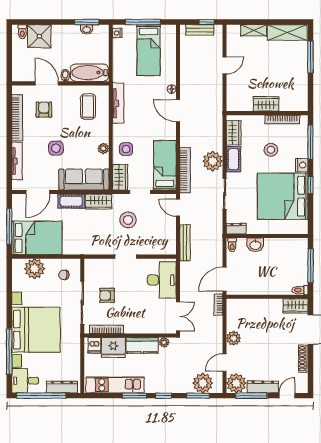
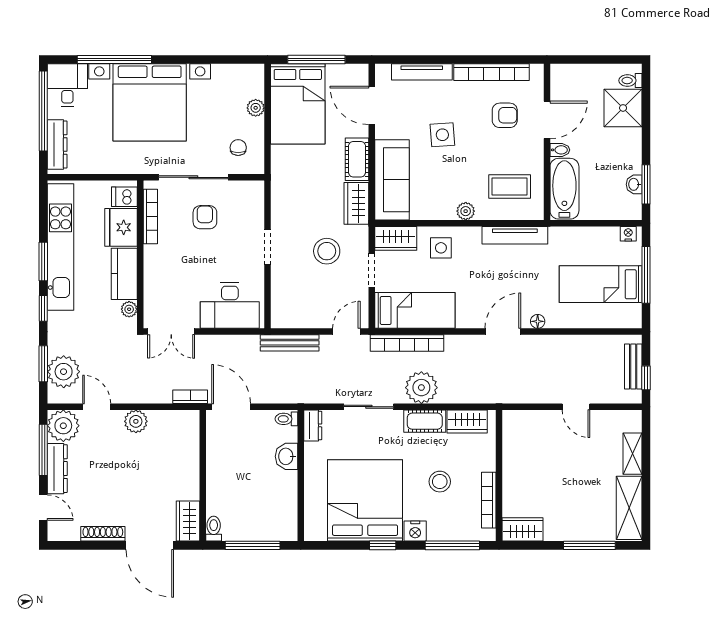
wardrobe: (266, 104) -> (522, 529), moved, turned -90
plant: (103, 148) -> (466, 211), moved
plant: (35, 269) -> (256, 108), width x0.53, depth x0.53
kitchen unit: (115, 385) -> (60, 247), width x1.36

